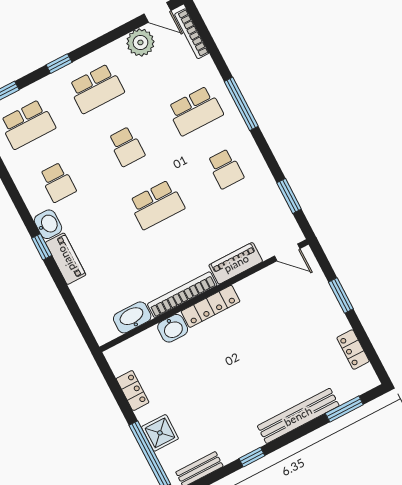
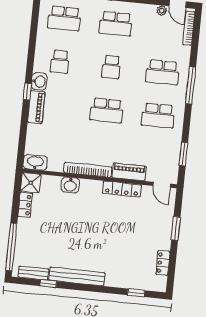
plant: (140, 42) -> (162, 10), width x0.53, depth x0.53
school desk: (225, 169) -> (158, 116), width x1.85
locker: (211, 306) -> (122, 189), moved
washbasin: (132, 317) -> (35, 162), moved
window: (344, 409) -> (136, 293), width x0.67
bench: (298, 416) -> (77, 276), moved
shower: (160, 433) -> (31, 183), moved
window: (252, 457) -> (48, 284), moved

